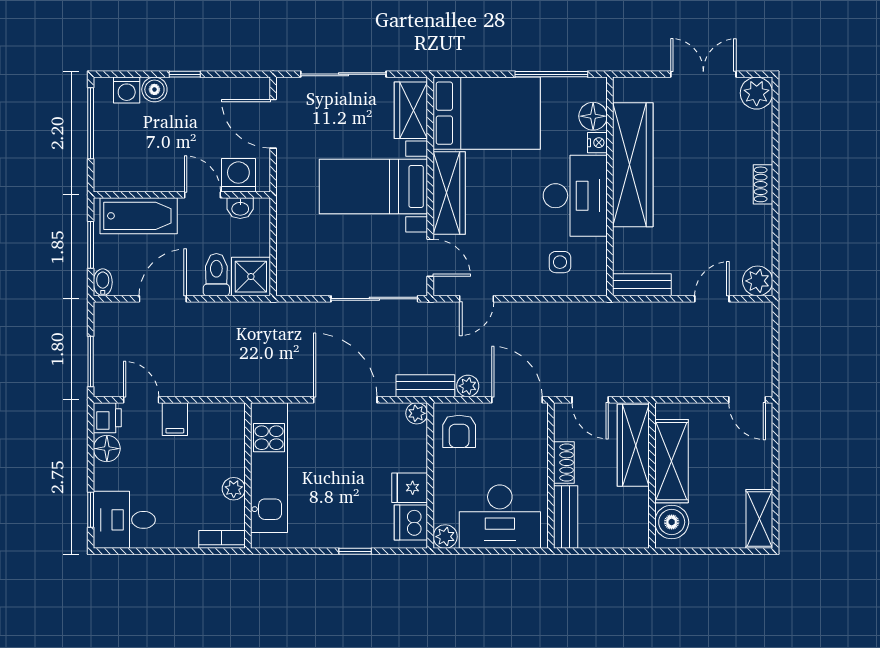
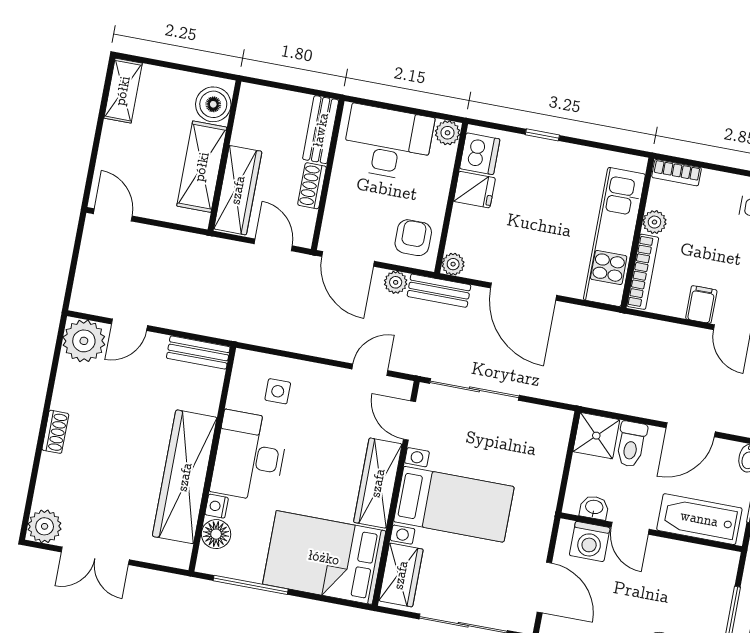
plant: (758, 281) -> (84, 341), width x1.36, depth x1.36
bookcase: (236, 440) -> (643, 272), added

